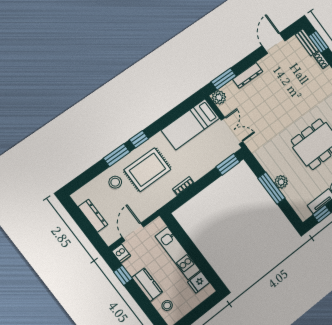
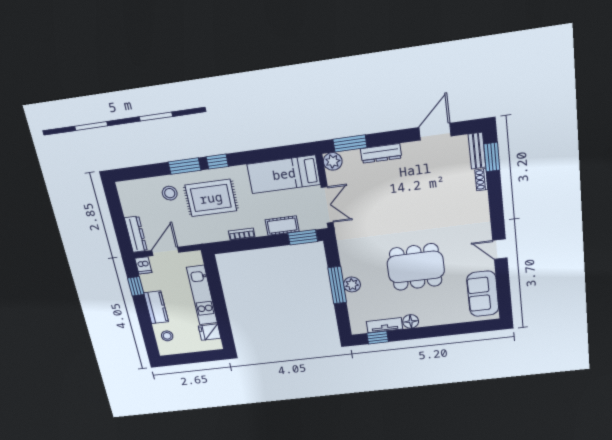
cot: (209, 163) -> (282, 226), added
dresser: (93, 216) -> (136, 234), moved

